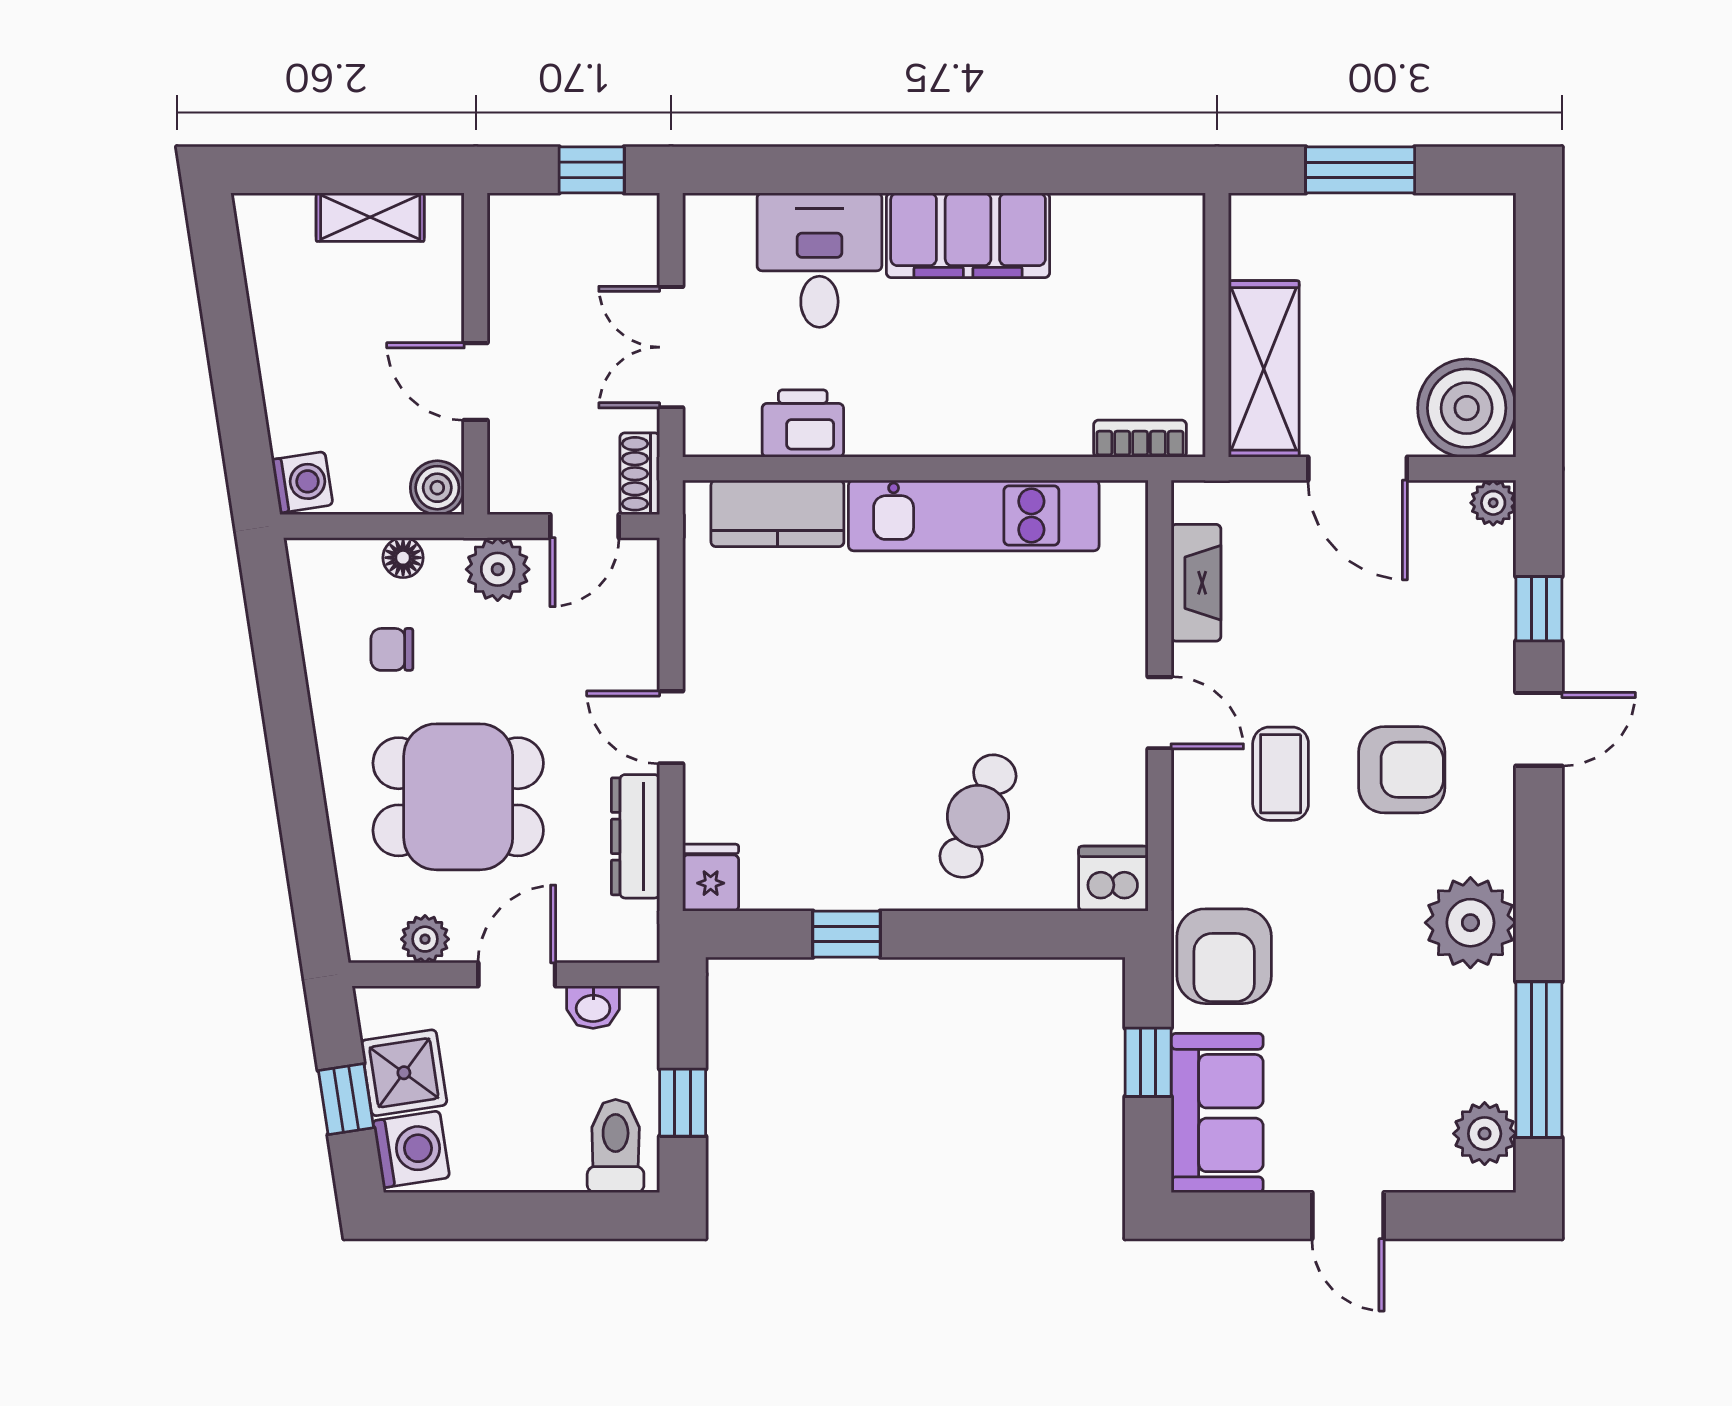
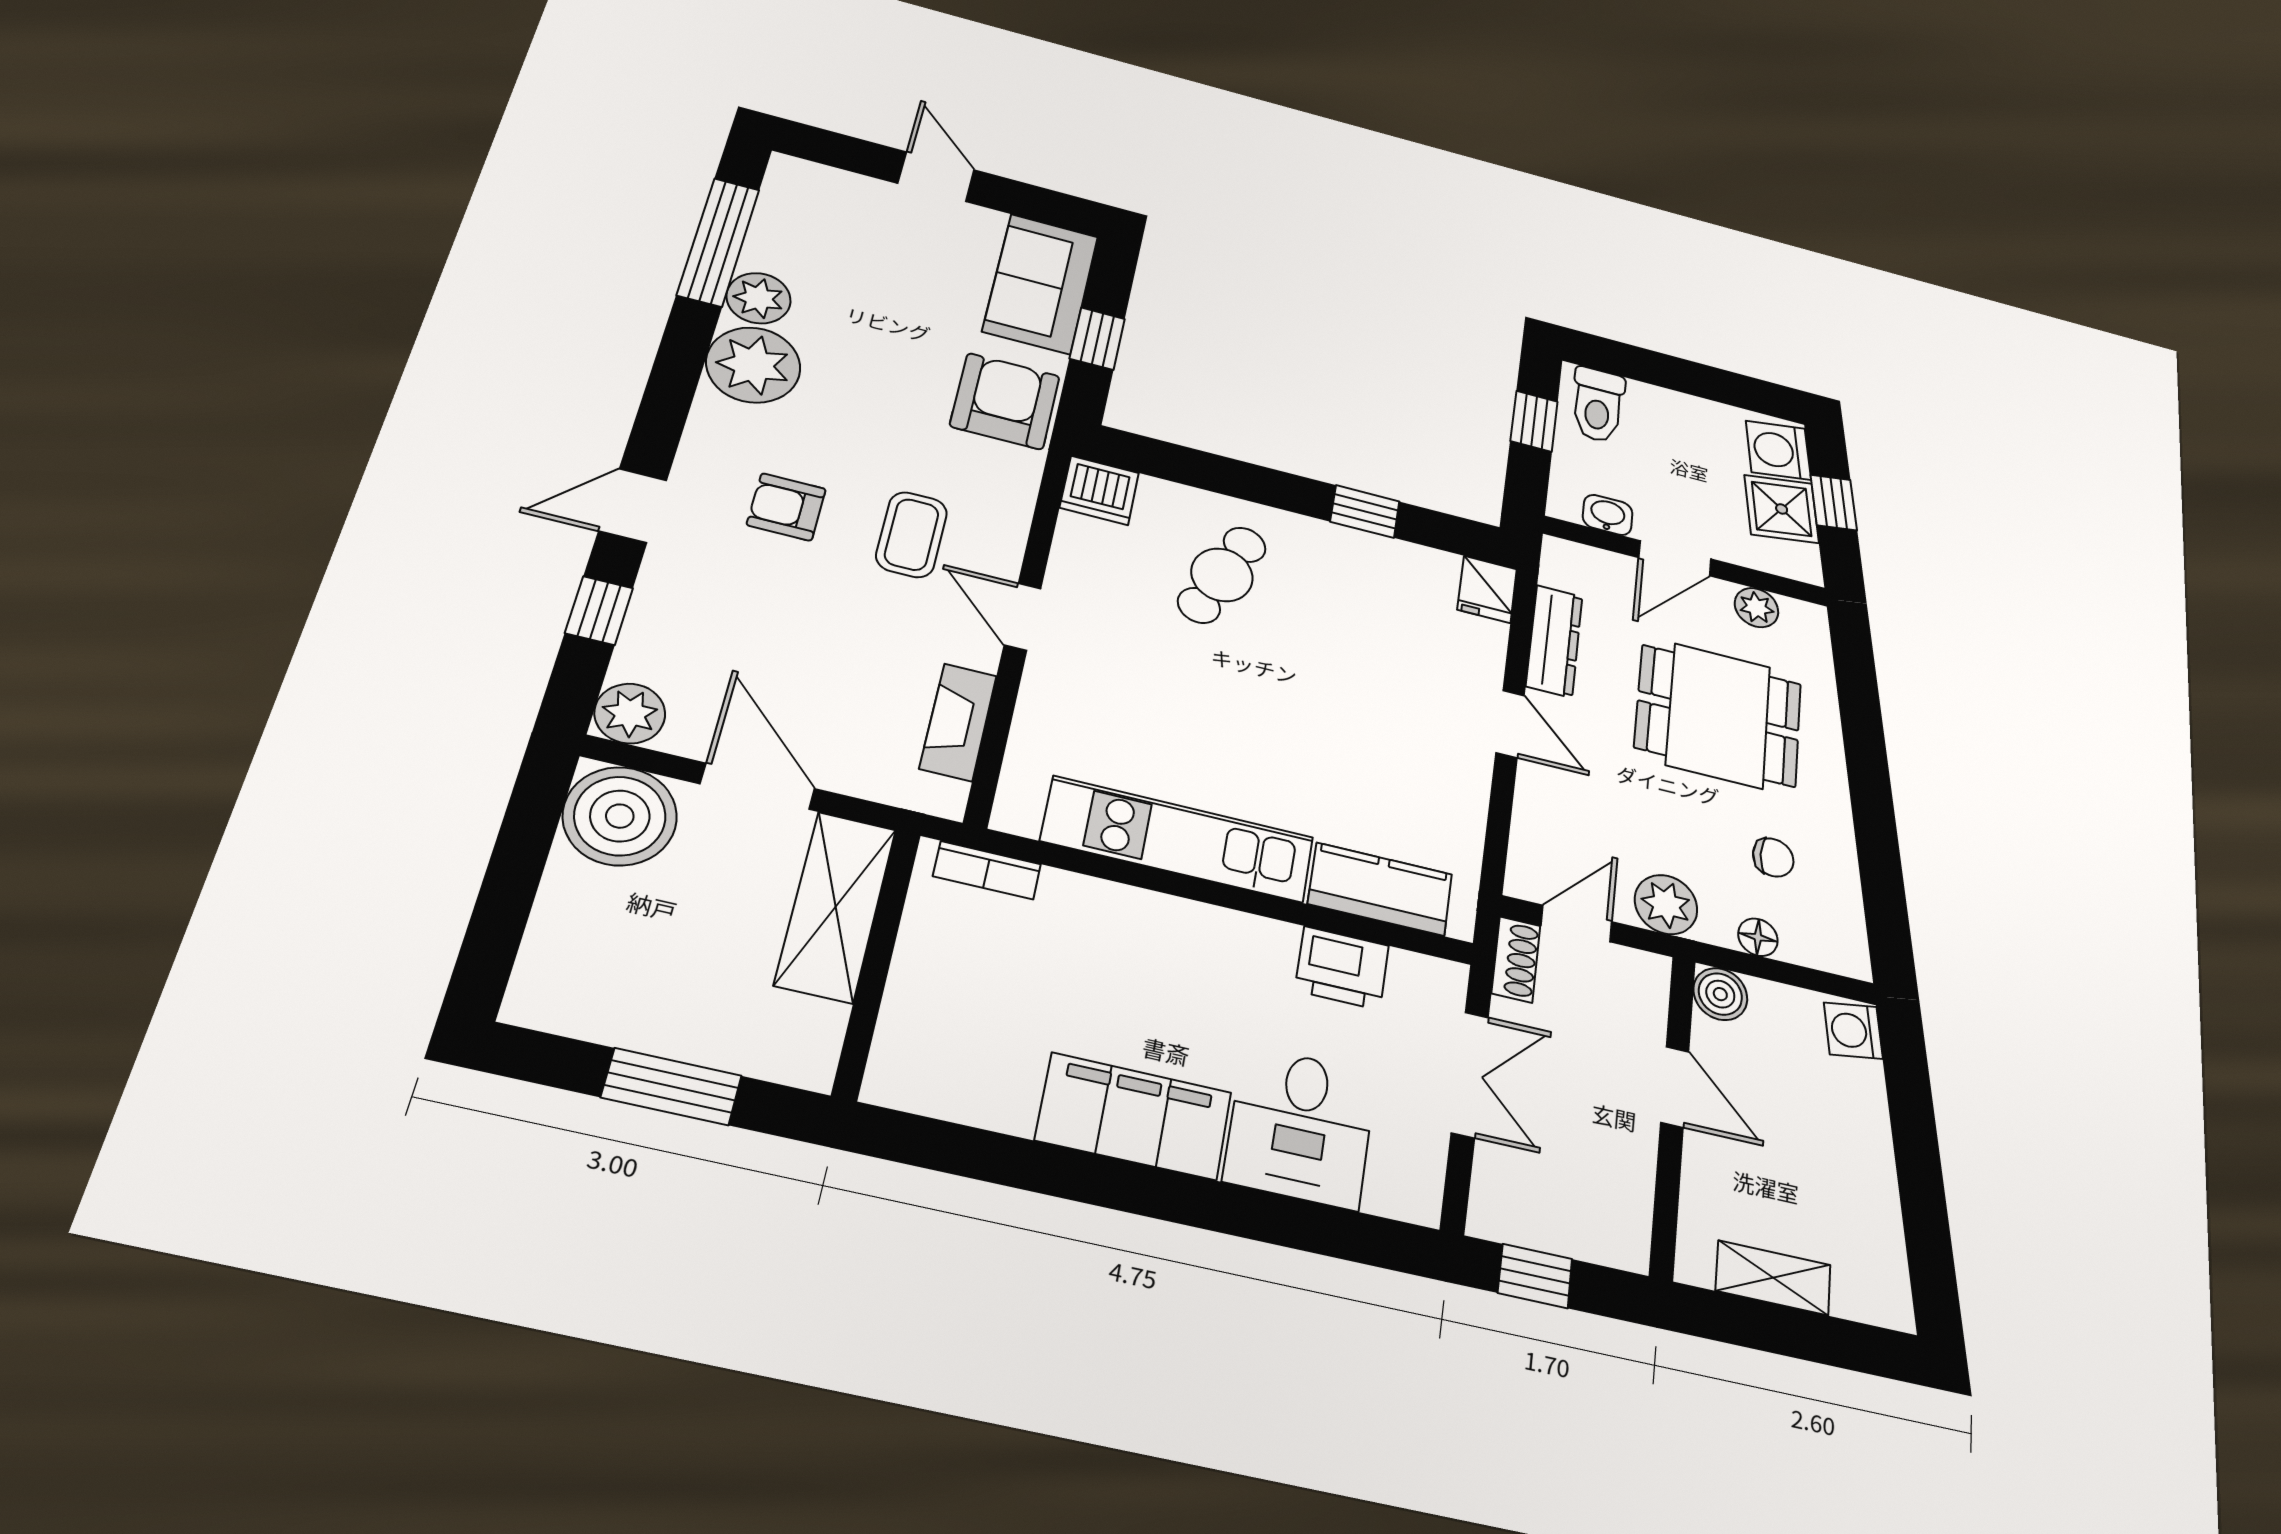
plant: (1493, 503) -> (630, 713), width x1.38, depth x1.38
armchair: (1402, 770) -> (786, 507), width x0.72, depth x0.72
plant: (1485, 1134) -> (759, 298), moved

